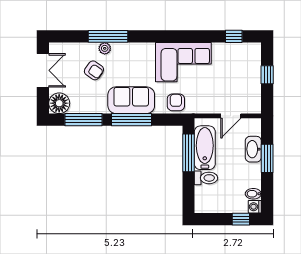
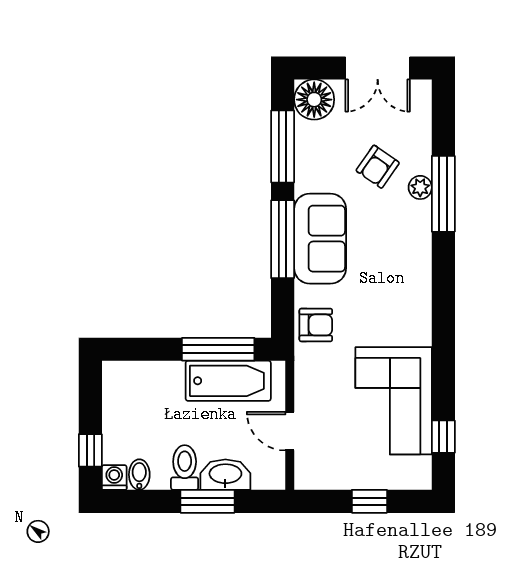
corner sofa: (183, 62) -> (394, 401), moved
toilet: (206, 178) -> (185, 467), moved, turned 180

